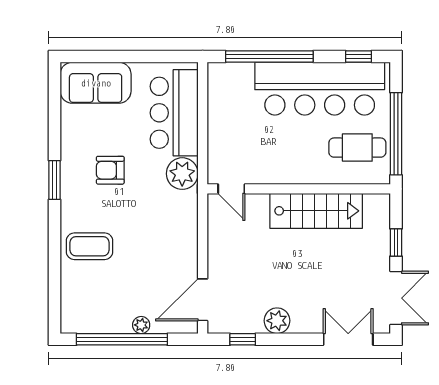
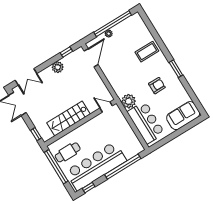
window: (396, 242) -> (36, 134), moved

